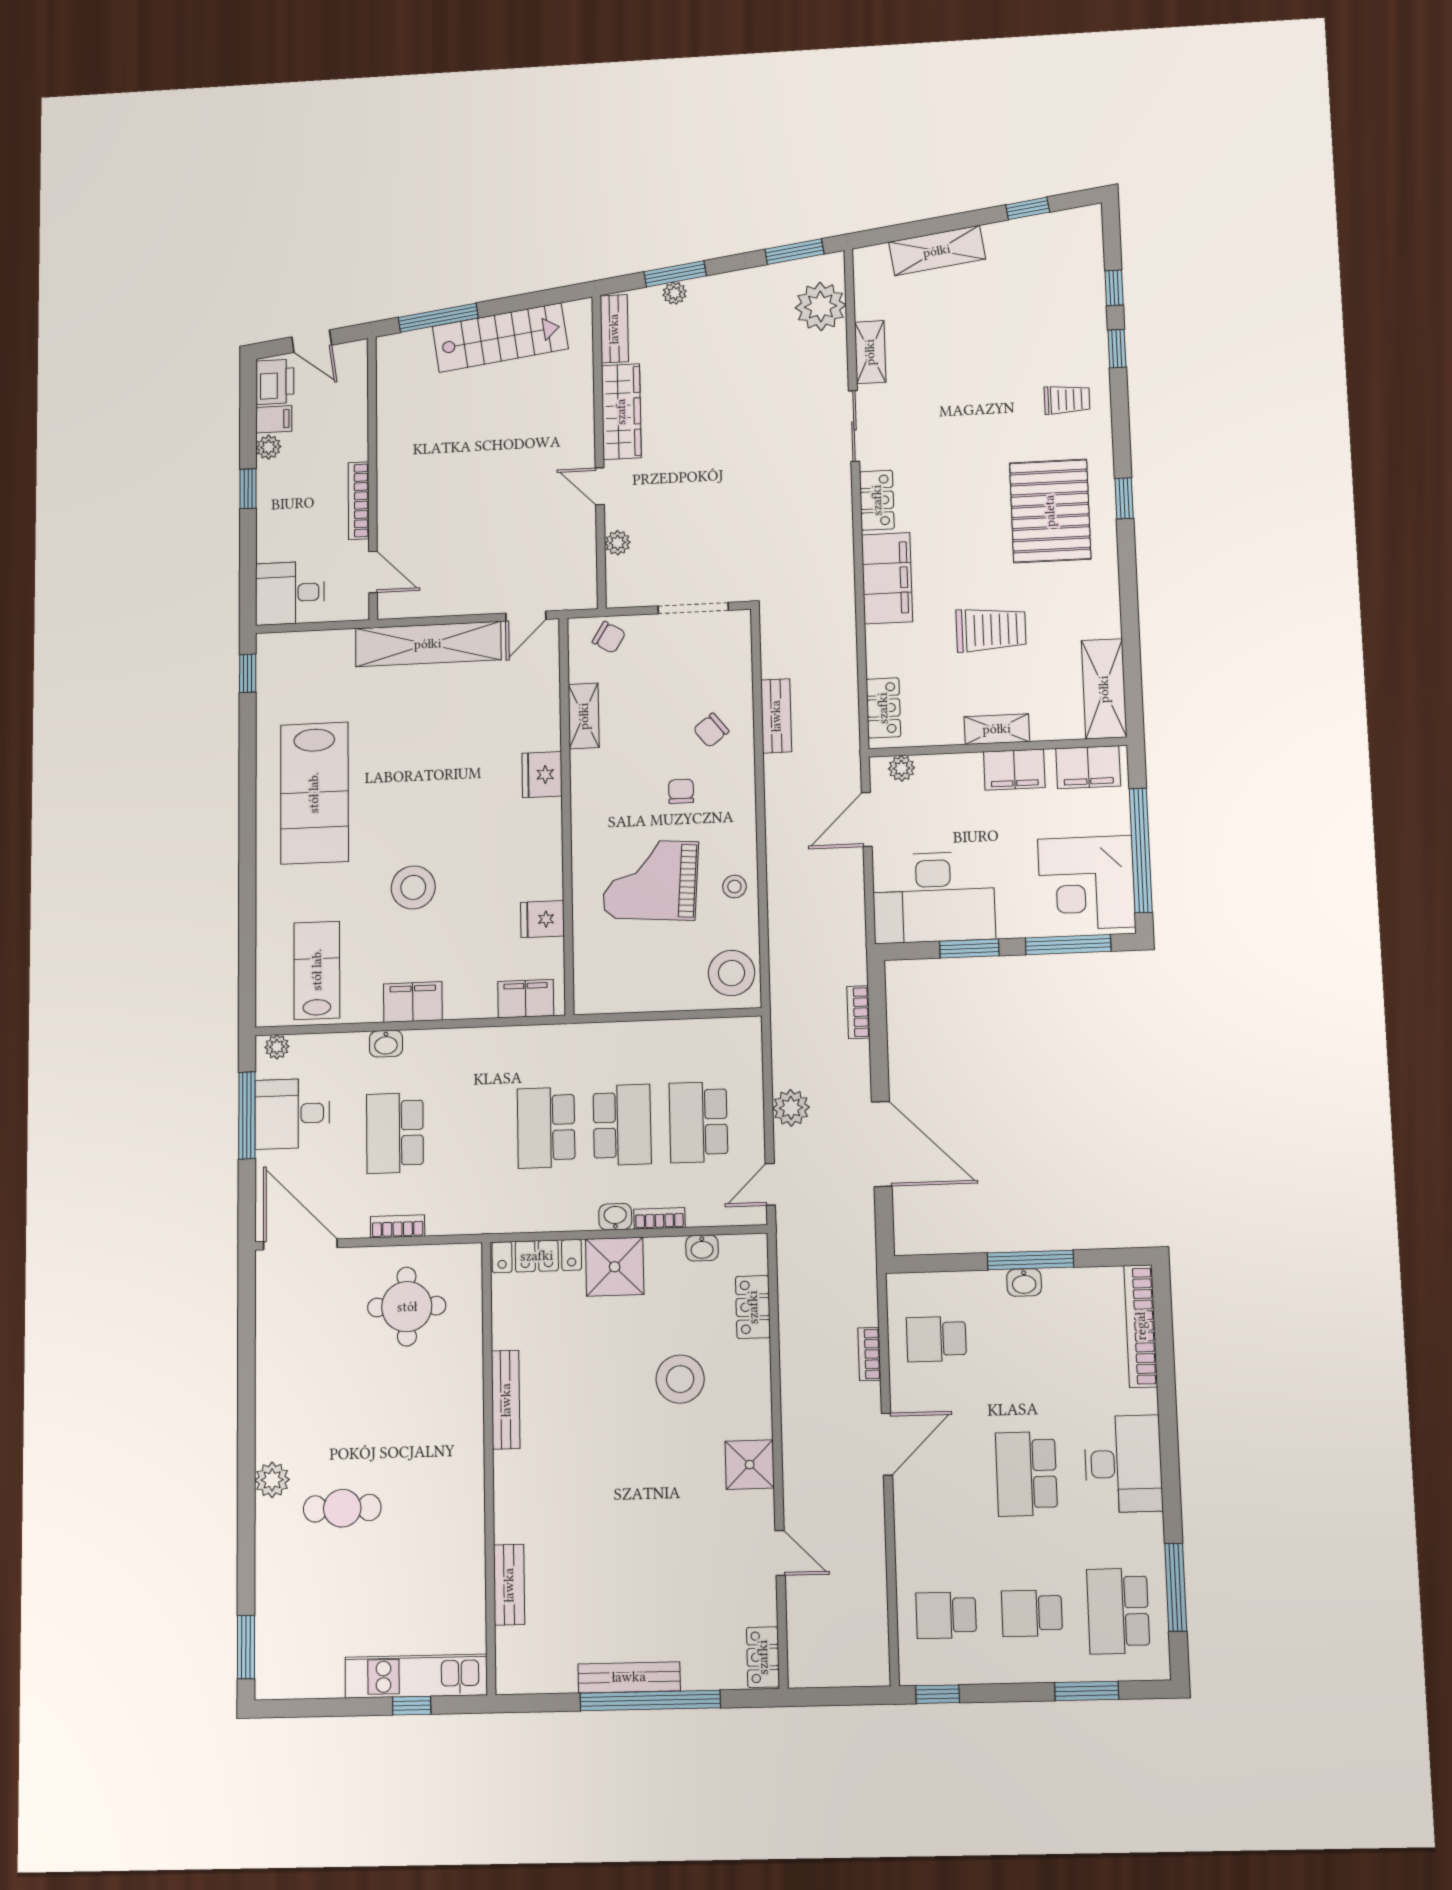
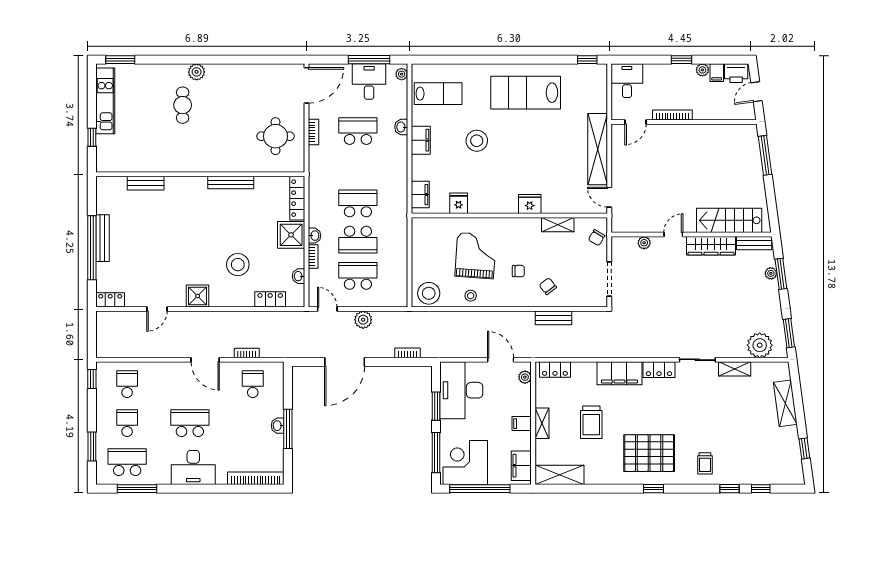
stairs: (500, 338) -> (729, 220), moved, turned 98
filing cabinet: (1014, 770) -> (522, 424), width x0.50
kitchen unit: (416, 1676) -> (105, 101), moved

